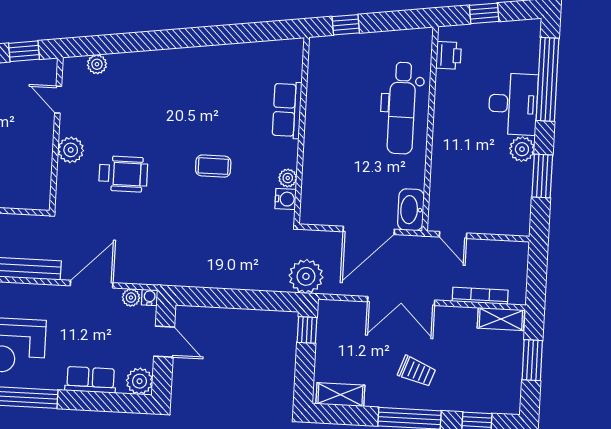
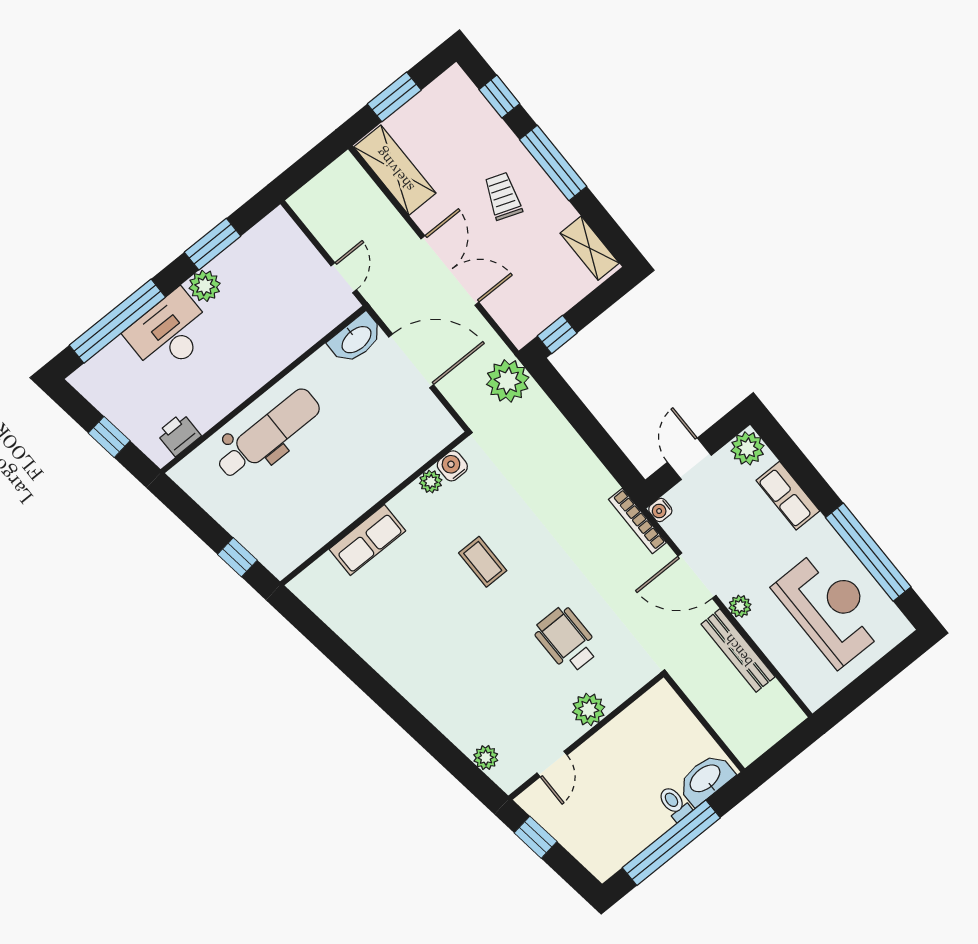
bookcase: (480, 296) -> (637, 521), moved
plant: (131, 298) -> (740, 606), moved
shelving: (501, 319) -> (395, 170), width x1.50, depth x1.33

